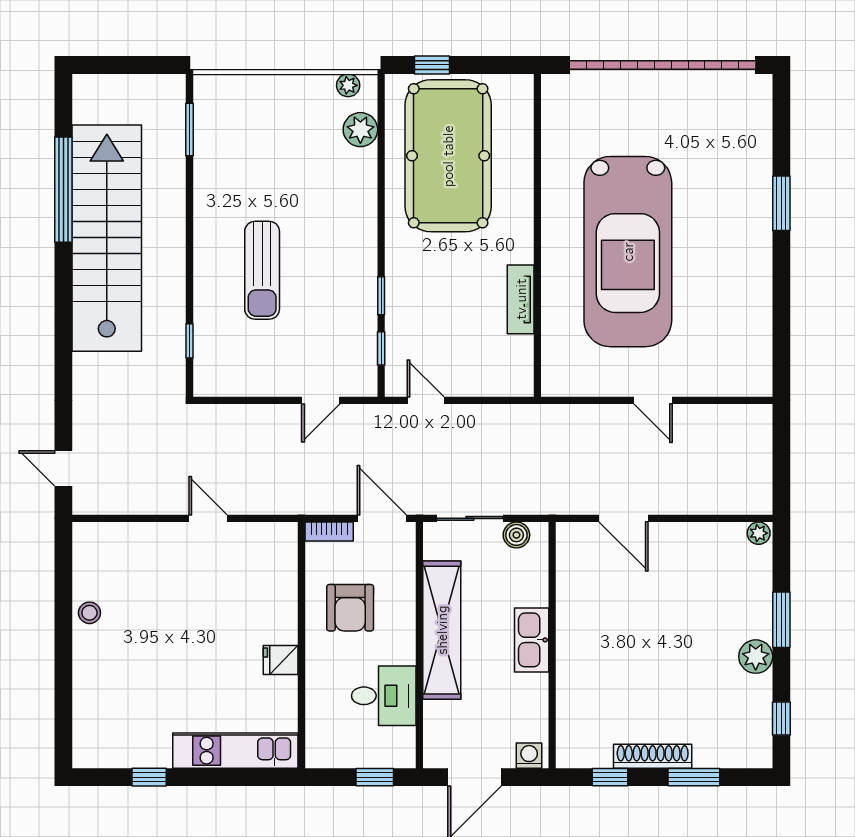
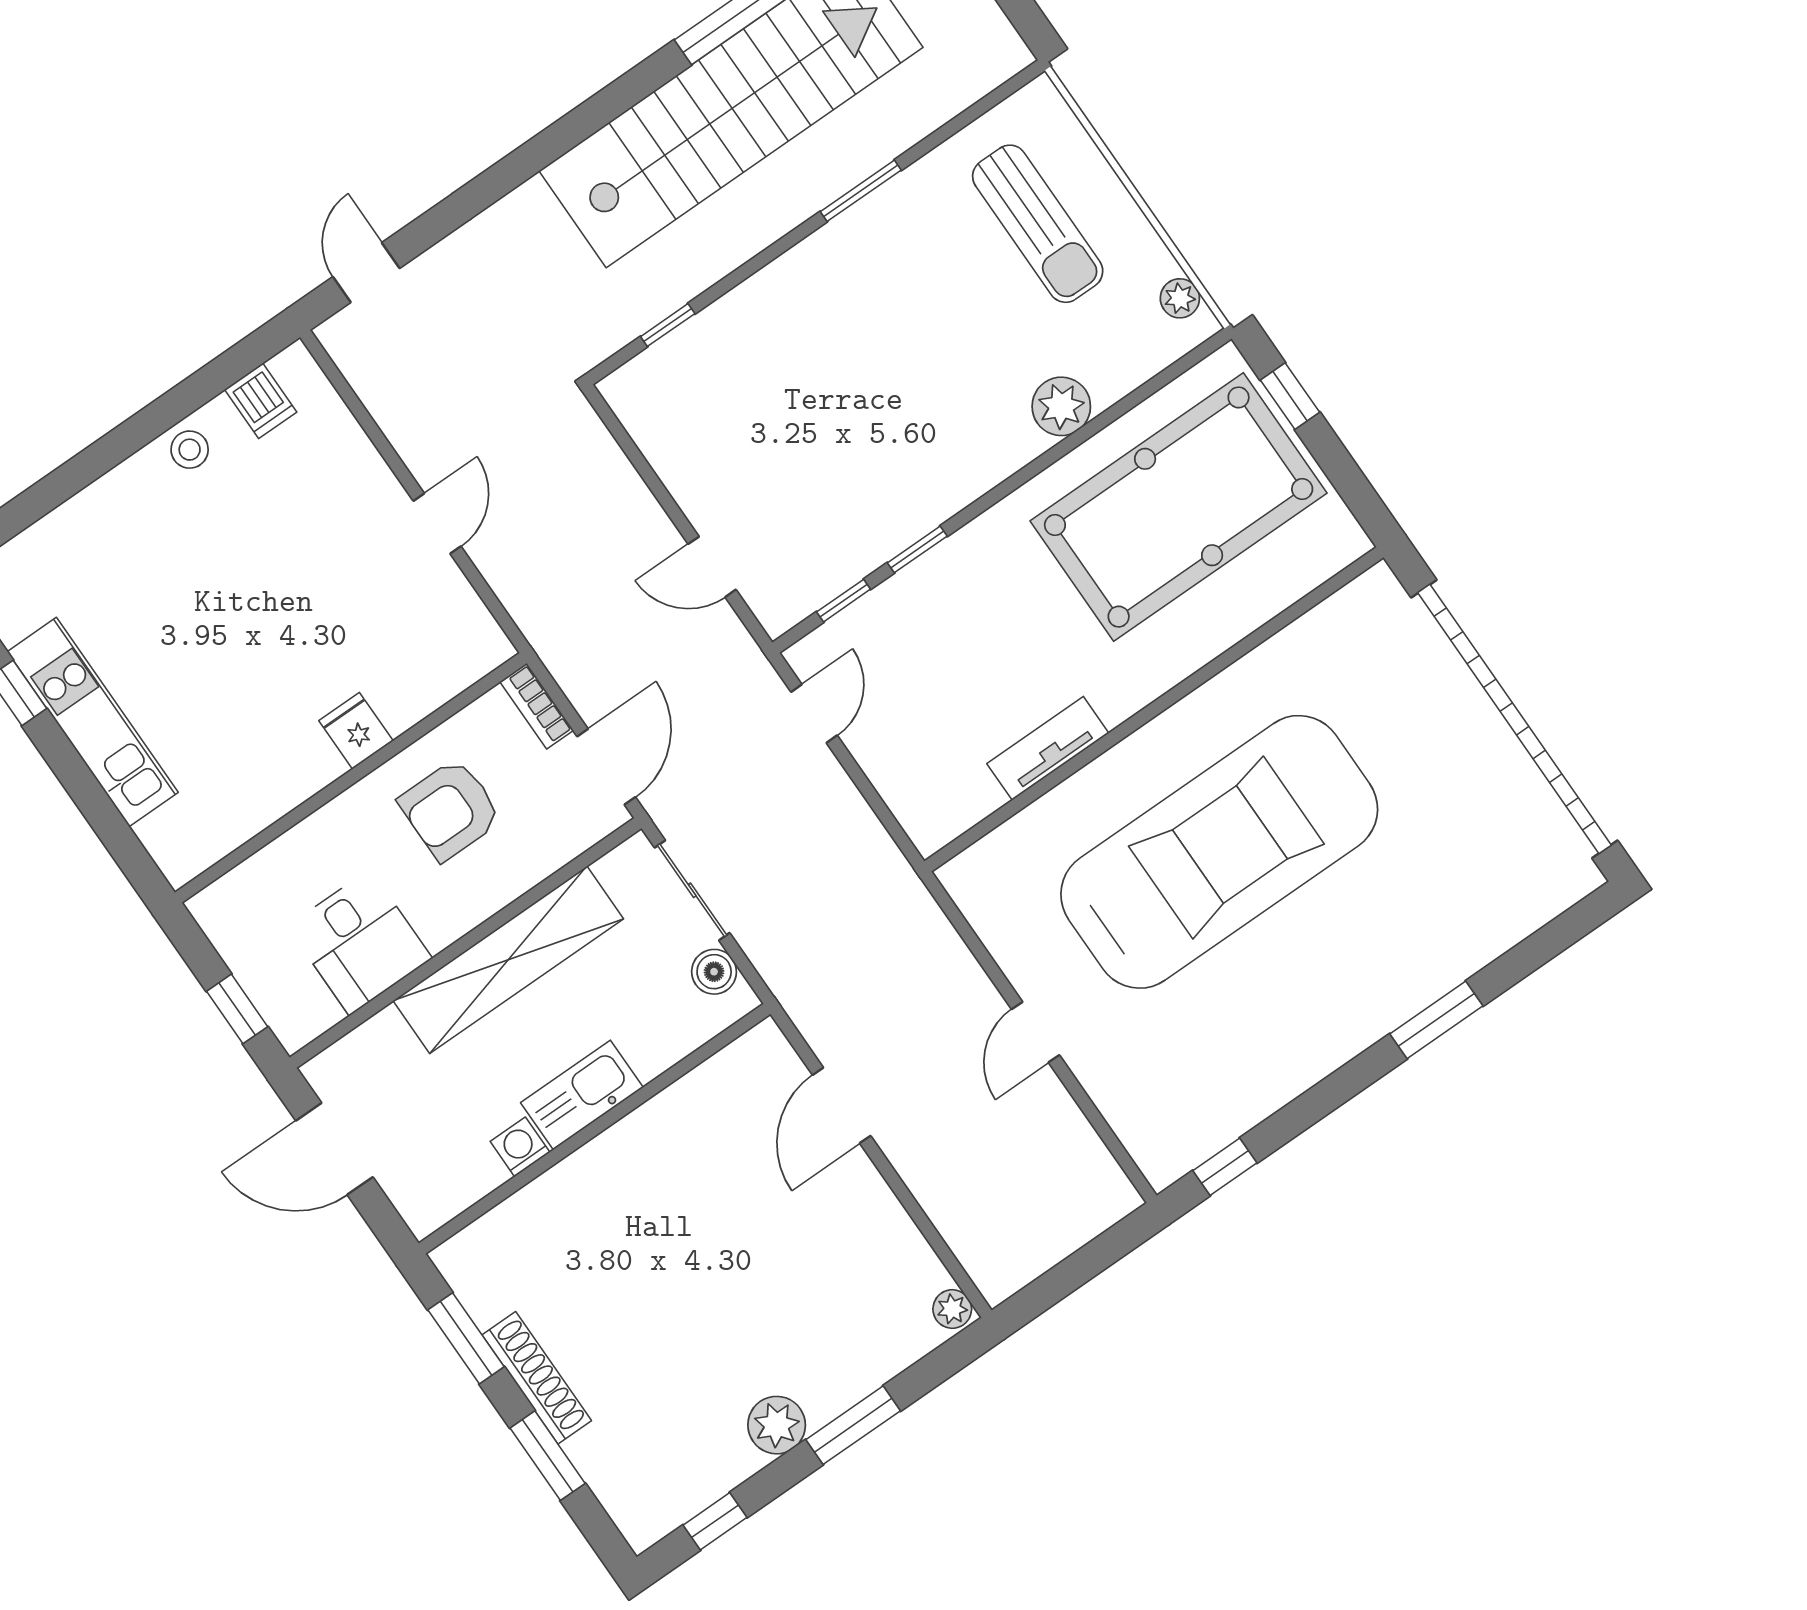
window: (190, 129) -> (861, 191), moved
plant: (360, 130) -> (1061, 406), moved
car: (628, 252) -> (1219, 852), turned 180
sun lounger: (262, 270) -> (1038, 224), moved, turned -90
window: (781, 354) -> (1225, 1167), added
dishwasher: (90, 562) -> (261, 401), added
fridge: (281, 660) -> (356, 731), moved
kitchen unit: (235, 751) -> (93, 722), moved
washing machine: (529, 756) -> (520, 1147), moved, turned -90
window: (610, 777) -> (466, 1338), width x1.50

